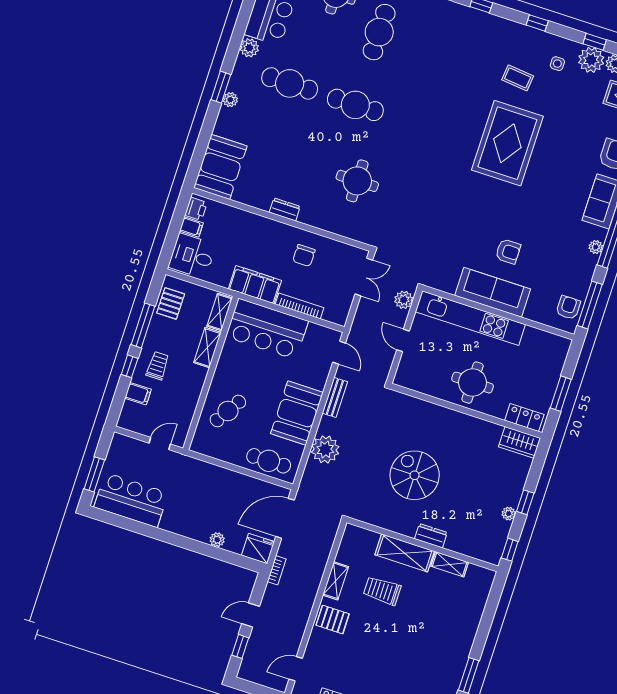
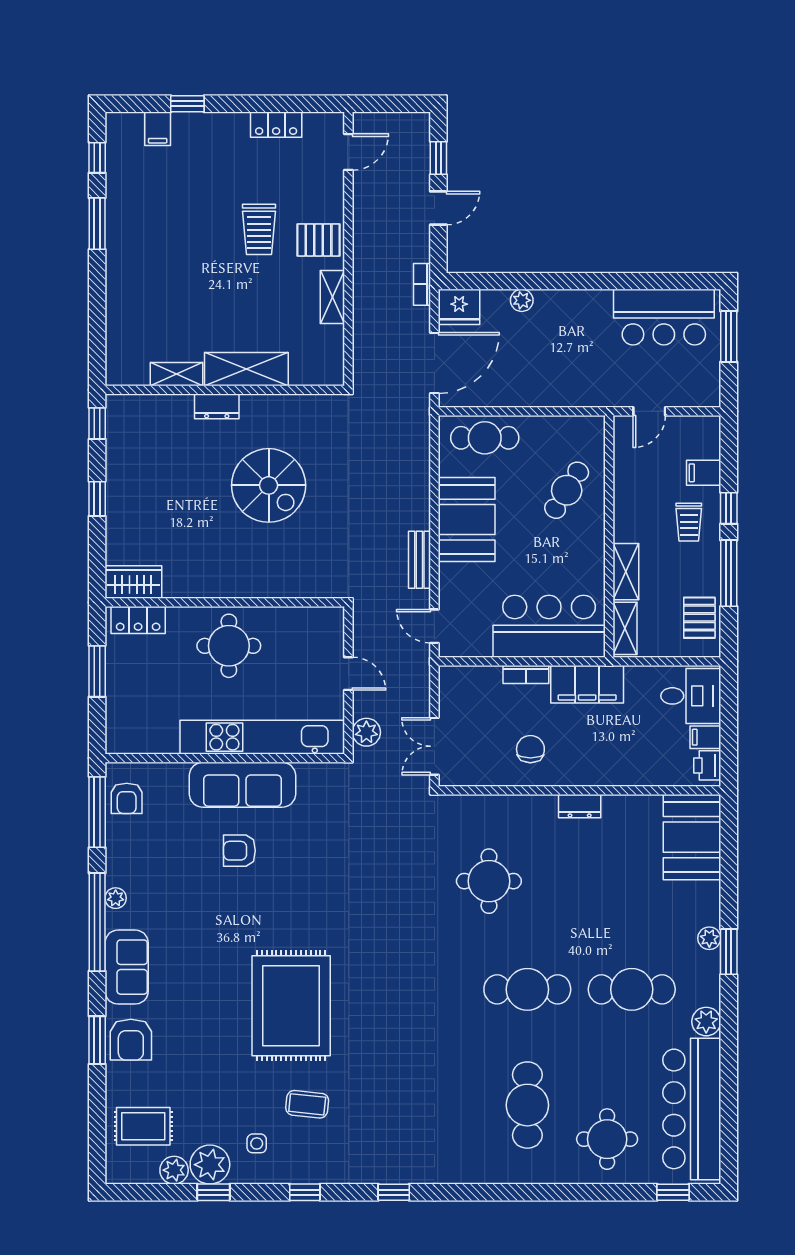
bookcase: (300, 306) -> (526, 675), width x0.64
plant: (325, 449) -> (409, 481), removed
plant: (509, 514) -> (116, 475), removed
trolley: (382, 591) -> (259, 229), moved, turned 90

